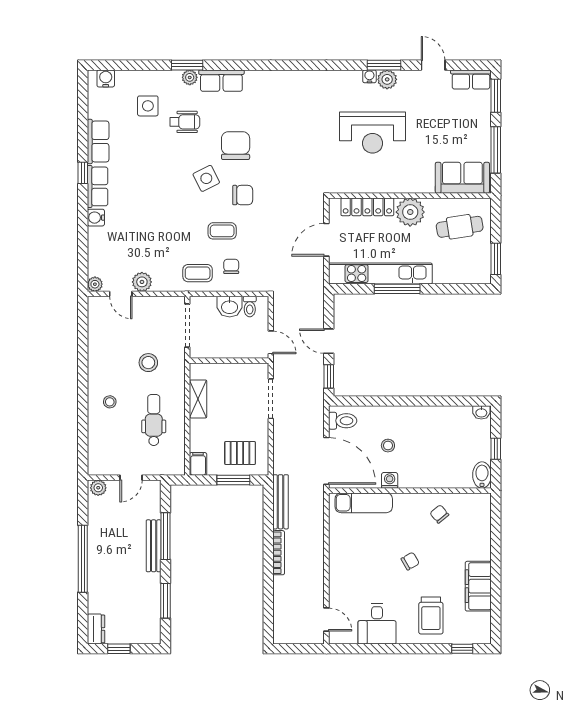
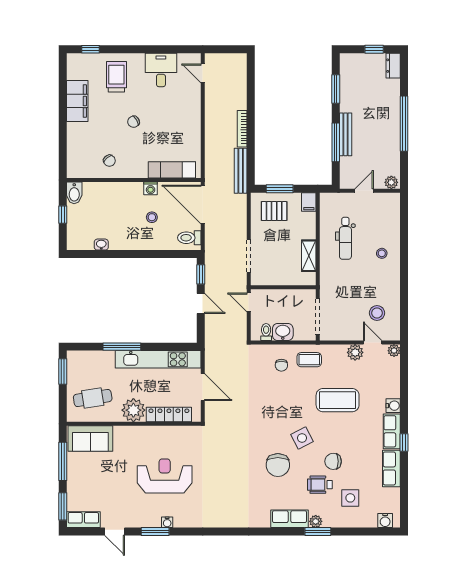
plant: (387, 79) -> (153, 520), removed
chair: (243, 195) -> (333, 461), moved
coffee table: (222, 231) -> (338, 400), moved, width x1.86, depth x1.72
door: (326, 240) -> (203, 387), hinge flipped
window: (397, 289) -> (122, 347), moved
stool: (148, 363) -> (377, 313), moved
washbasin: (481, 412) -> (101, 245), moved

